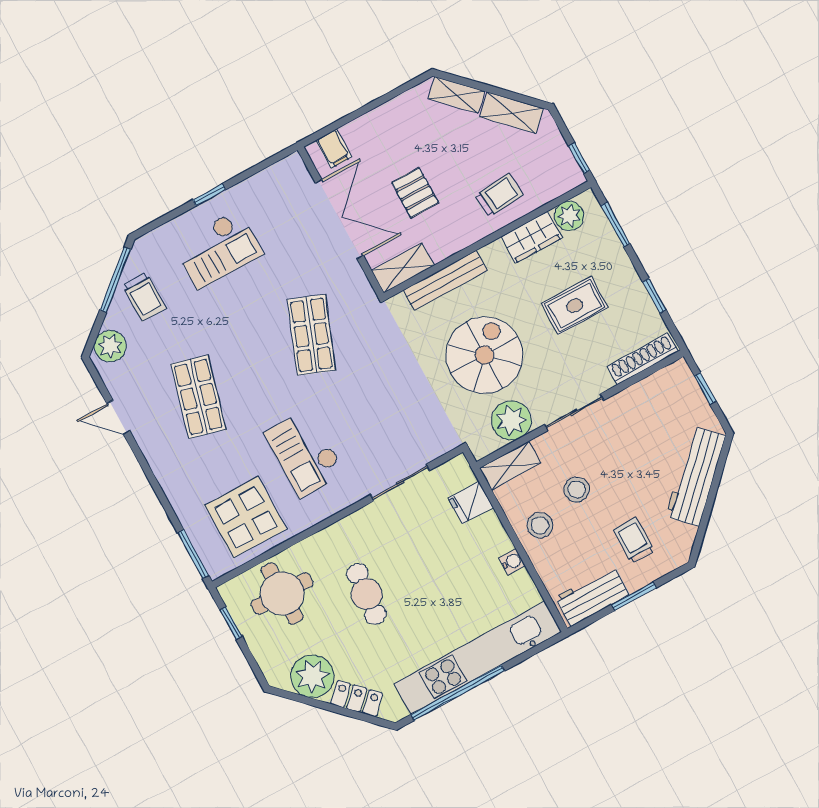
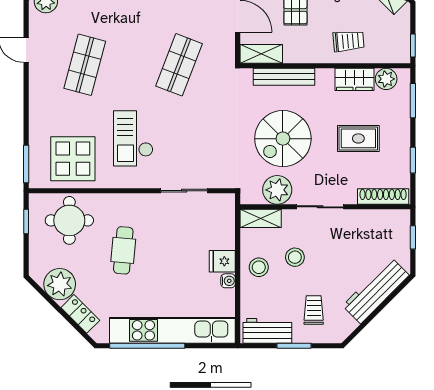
spiral stairs: (484, 355) -> (283, 139), turned 180
fridge: (471, 503) -> (222, 261), moved

